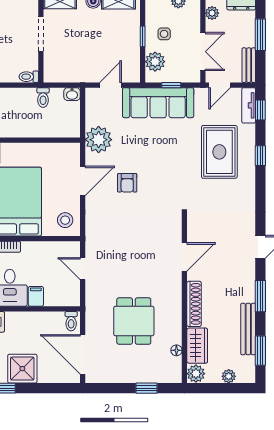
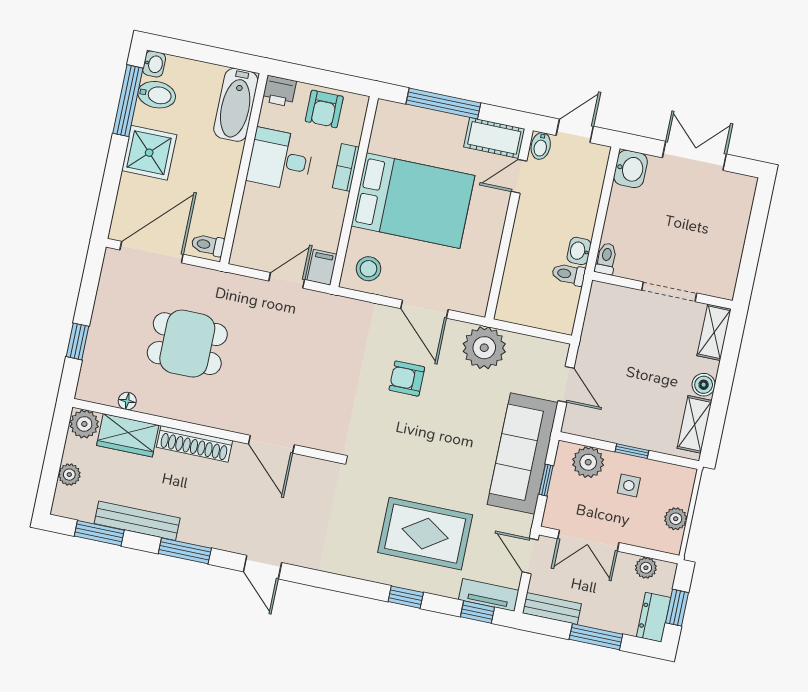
washbasin: (72, 94) -> (579, 251), moved
filing cabinet: (36, 296) -> (322, 267), moved, turned -90

